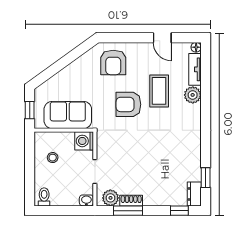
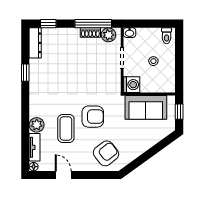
armchair: (113, 62) -> (106, 153), turned 52
stool: (53, 158) -> (153, 61), moved
window: (206, 178) -> (25, 73), moved
dresser: (194, 194) -> (35, 43), width x1.44
window: (128, 211) -> (93, 24), width x1.44

